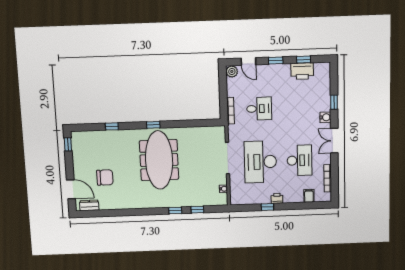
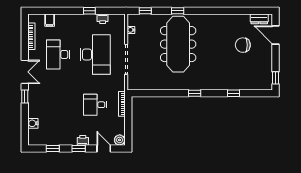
printer: (302, 71) -> (83, 140), moved, width x0.53, depth x0.68
window: (334, 102) -> (25, 96), moved
water cooler: (325, 117) -> (33, 123), moved
meeting table: (159, 160) -> (178, 44), moved
printer: (277, 198) -> (103, 19), moved
window: (197, 210) -> (145, 11), moved

